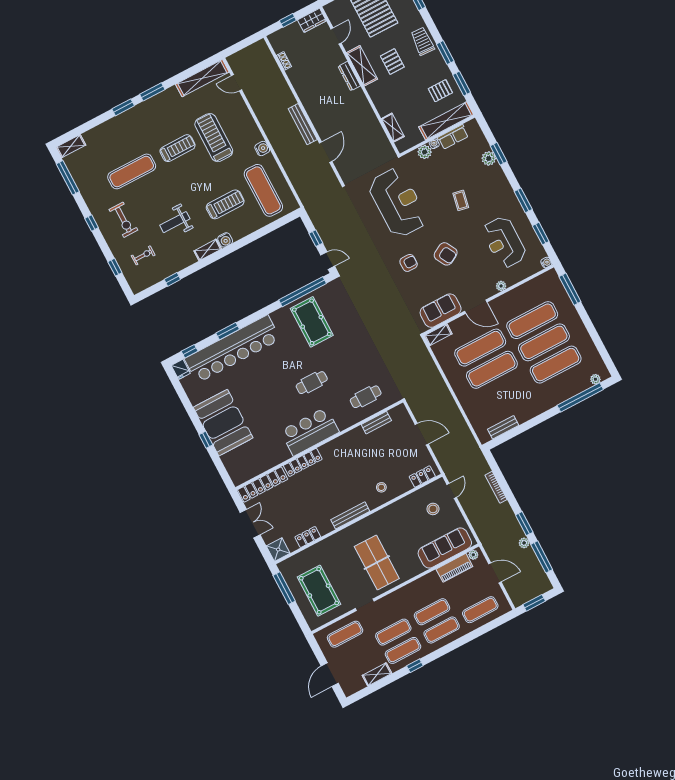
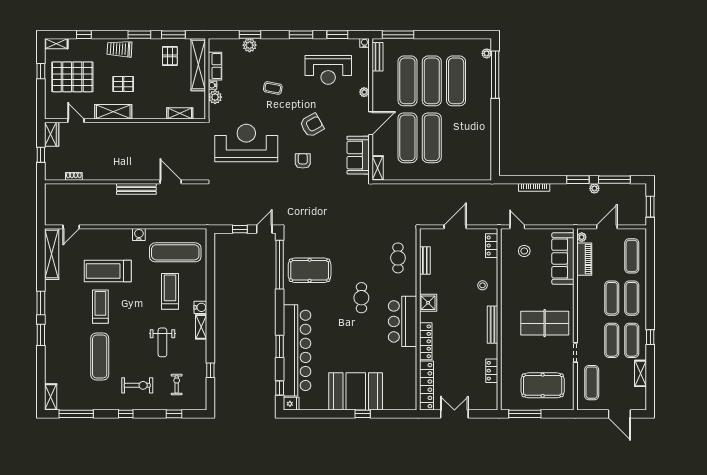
dresser: (349, 76) -> (116, 127), removed
bench: (503, 427) -> (378, 57), moved
shower: (278, 550) -> (428, 303), moved

